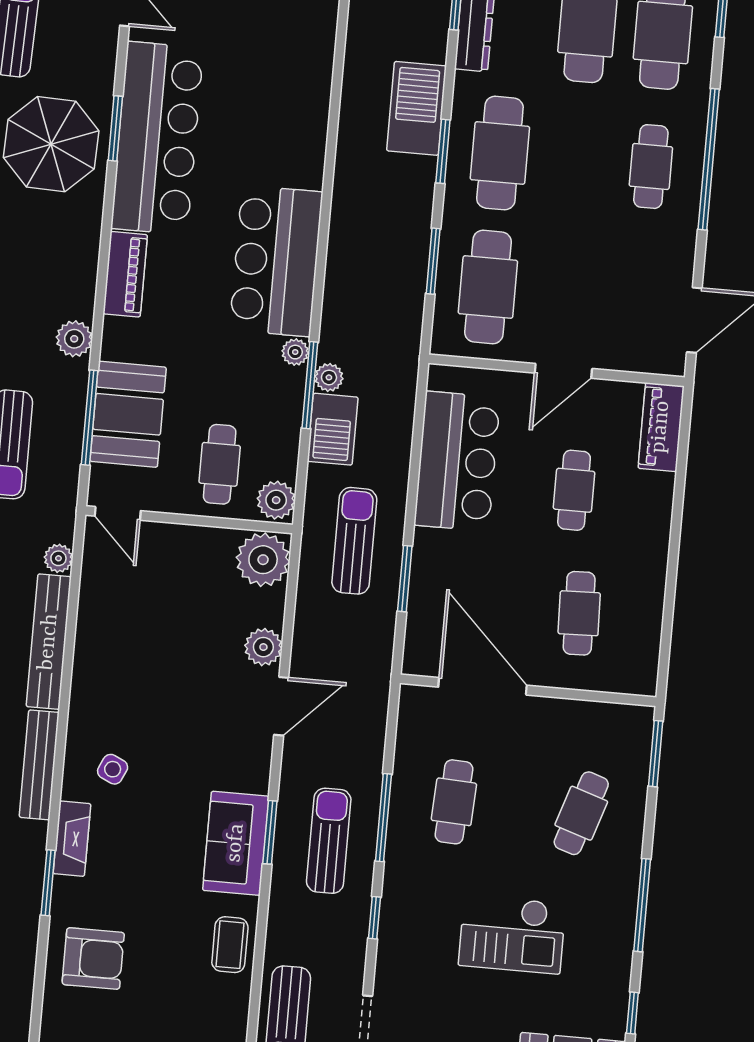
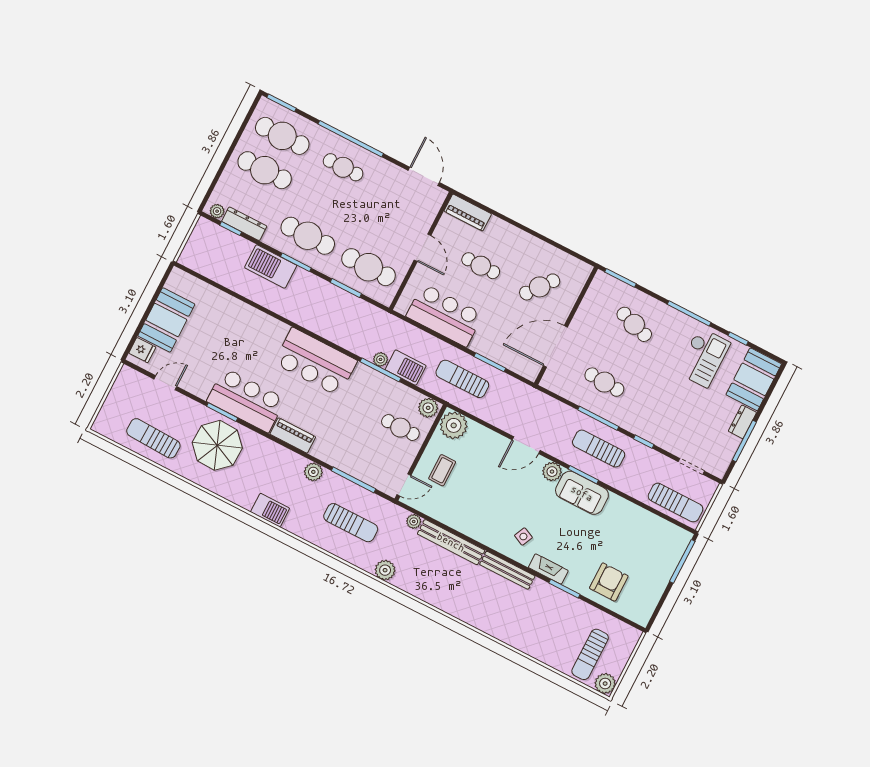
bar counter: (157, 138) -> (246, 400), width x0.73
plant: (295, 352) -> (362, 370), removed
booth: (128, 414) -> (359, 461), removed
cafe table: (579, 613) -> (540, 287), turned -50
plant: (263, 647) -> (552, 472), moved
door: (281, 706) -> (526, 445), swing flipped
checkout: (512, 934) -> (703, 357), moved
coffee table: (230, 945) -> (442, 470), moved, turned 90

